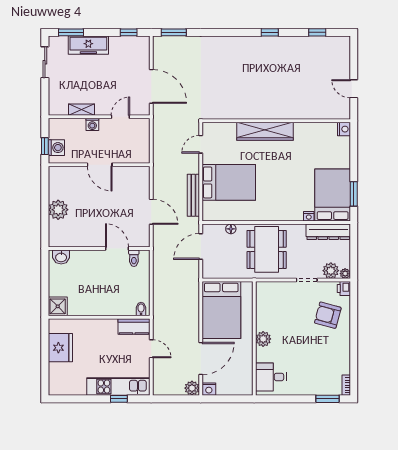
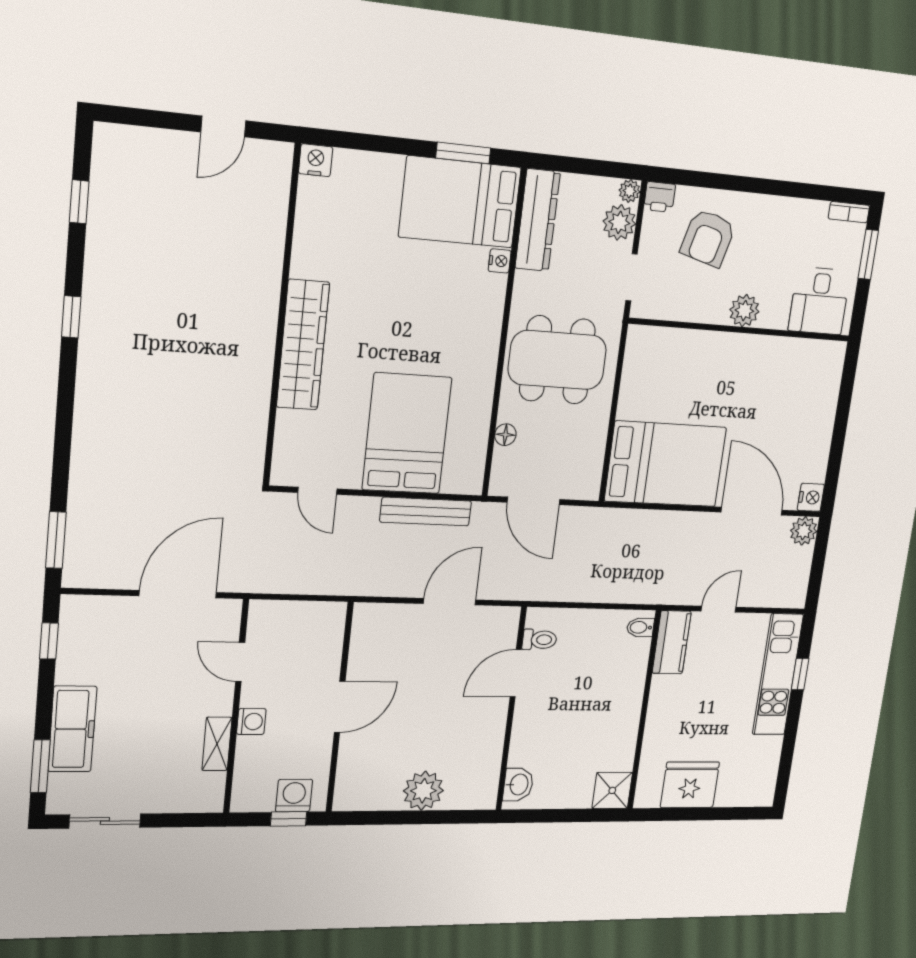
wall: (254, 338) -> (741, 330), moved
plant: (263, 339) -> (744, 311), moved
desk: (271, 377) -> (819, 301), moved

